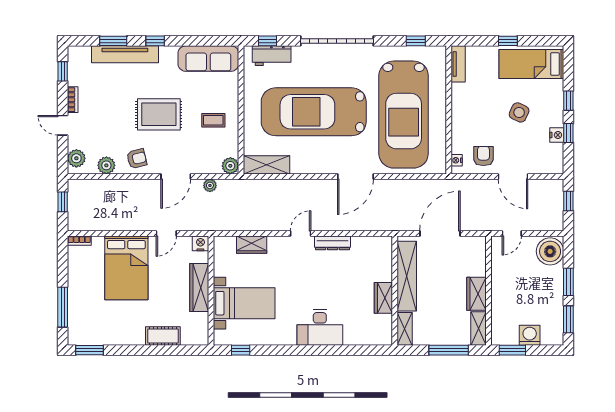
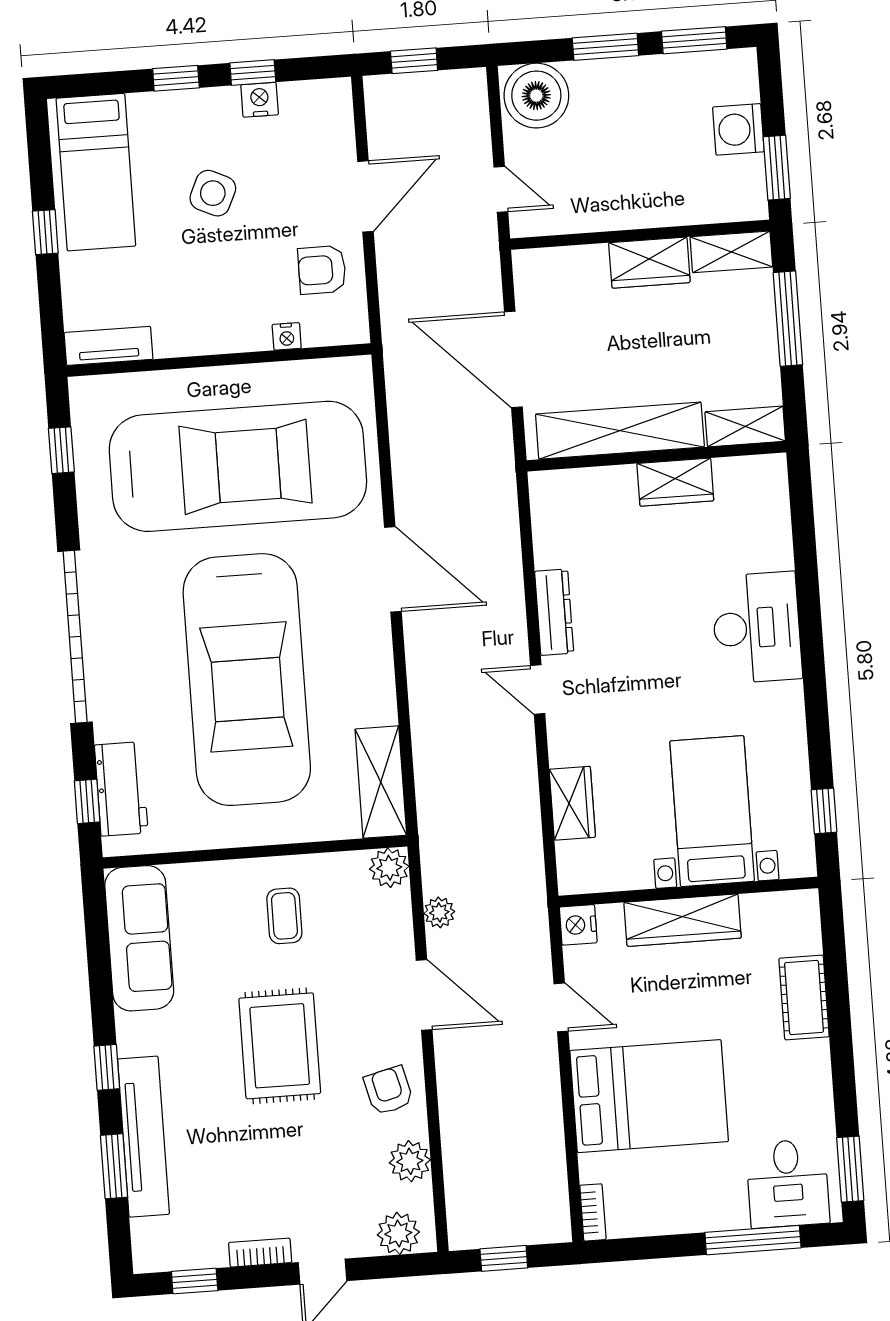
nightstand: (457, 160) -> (287, 336), moved
desk: (85, 323) -> (788, 1183), added

